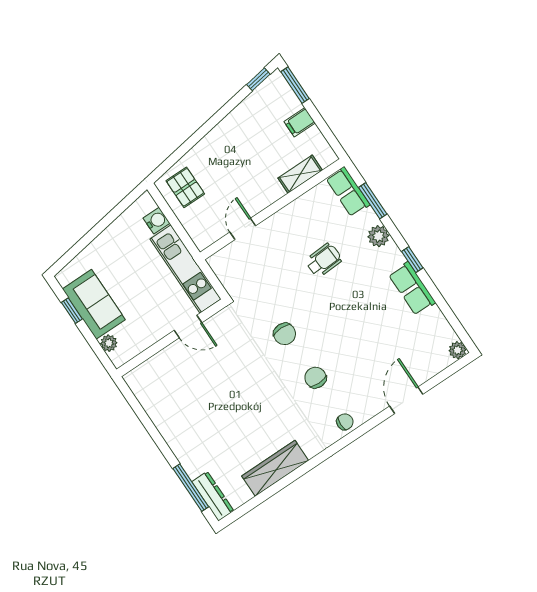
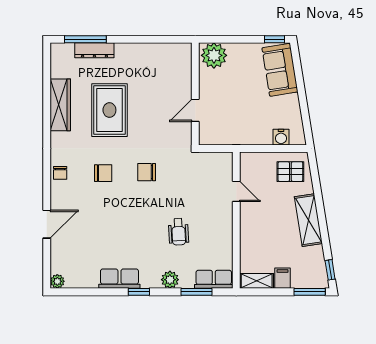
shelving: (223, 136) -> (308, 220), added
shelving: (300, 174) -> (257, 281), moved, turned 90
kitchen unit: (186, 269) -> (235, 135), removed
sofa: (94, 304) -> (280, 70), moved, turned 81
window: (72, 311) -> (275, 39), moved
plant: (109, 343) -> (214, 55), width x1.87, depth x1.87
door: (406, 400) -> (47, 224), hinge flipped
rug: (247, 414) -> (109, 110), added
dresser: (213, 496) -> (94, 50), moved

